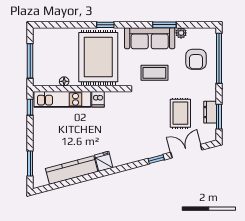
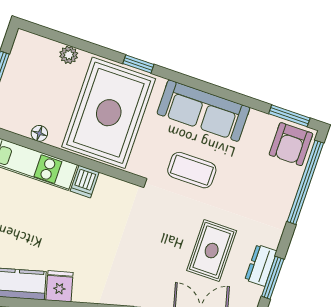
window: (164, 25) -> (289, 116), moved
plant: (181, 33) -> (69, 55), moved
armchair: (196, 59) -> (291, 144), moved

